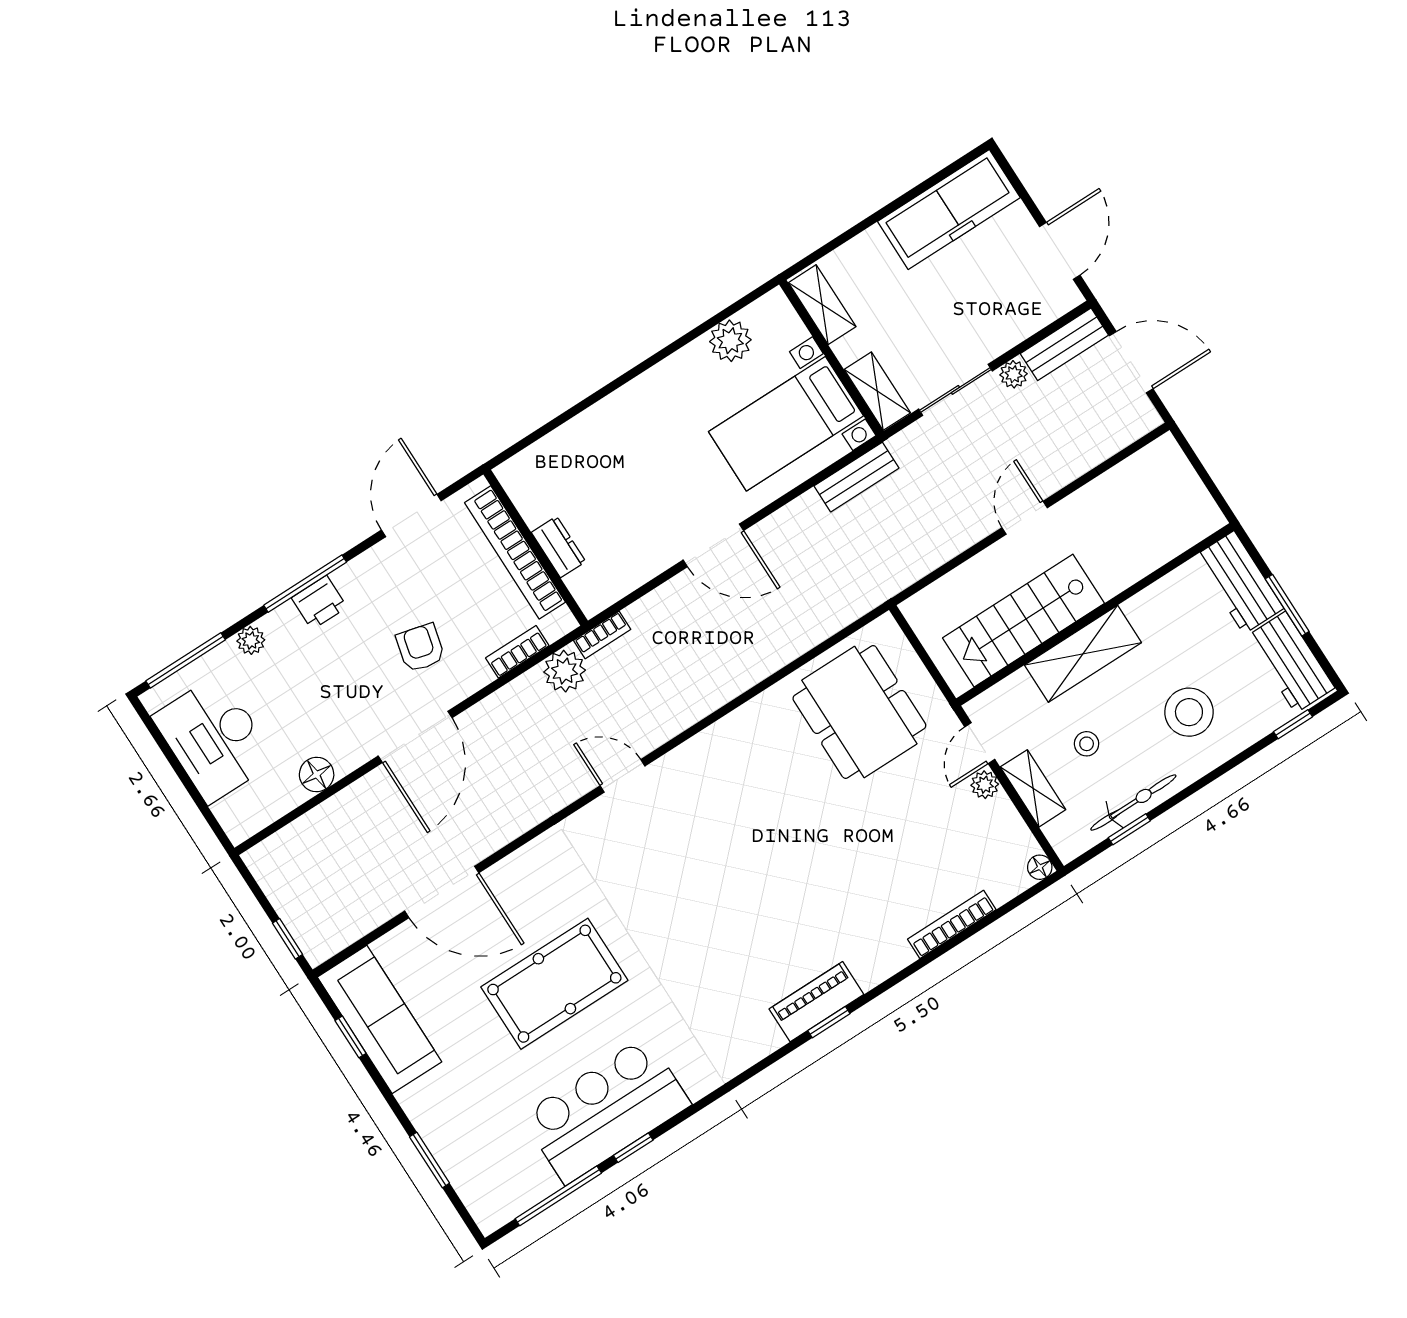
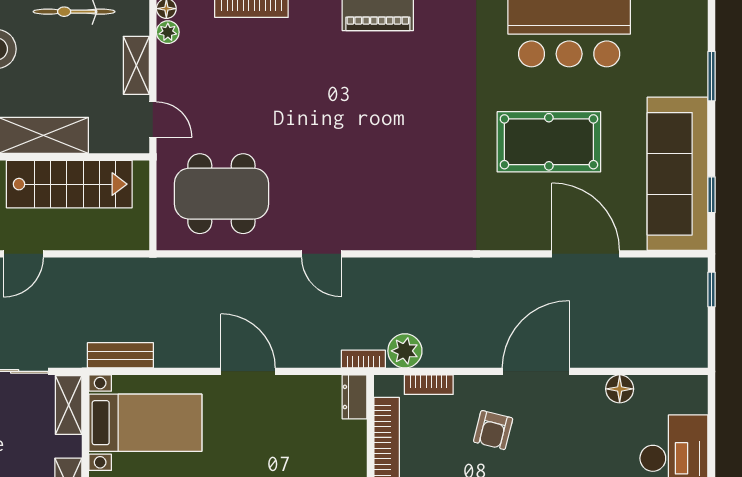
dresser: (559, 547) -> (355, 397), moved
dining table: (859, 712) -> (221, 194), turned 90
door: (980, 743) -> (153, 120), hinge flipped
stool: (1087, 744) -> (80, 72), removed
door: (622, 776) -> (321, 254), moved
plant: (985, 785) -> (168, 32), moved
sofa: (380, 1019) -> (678, 174), width x1.36, depth x1.27

